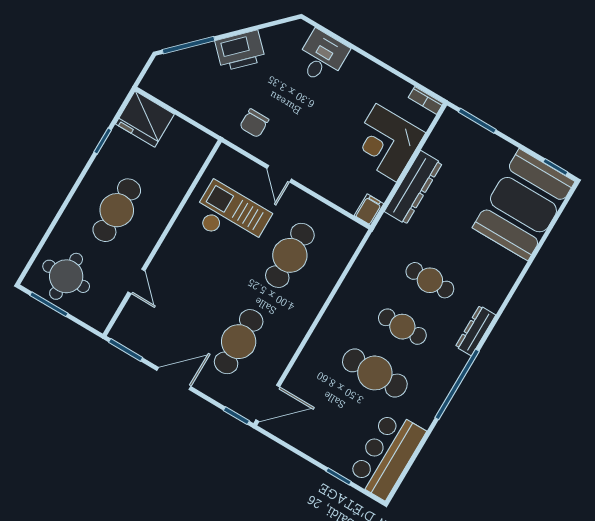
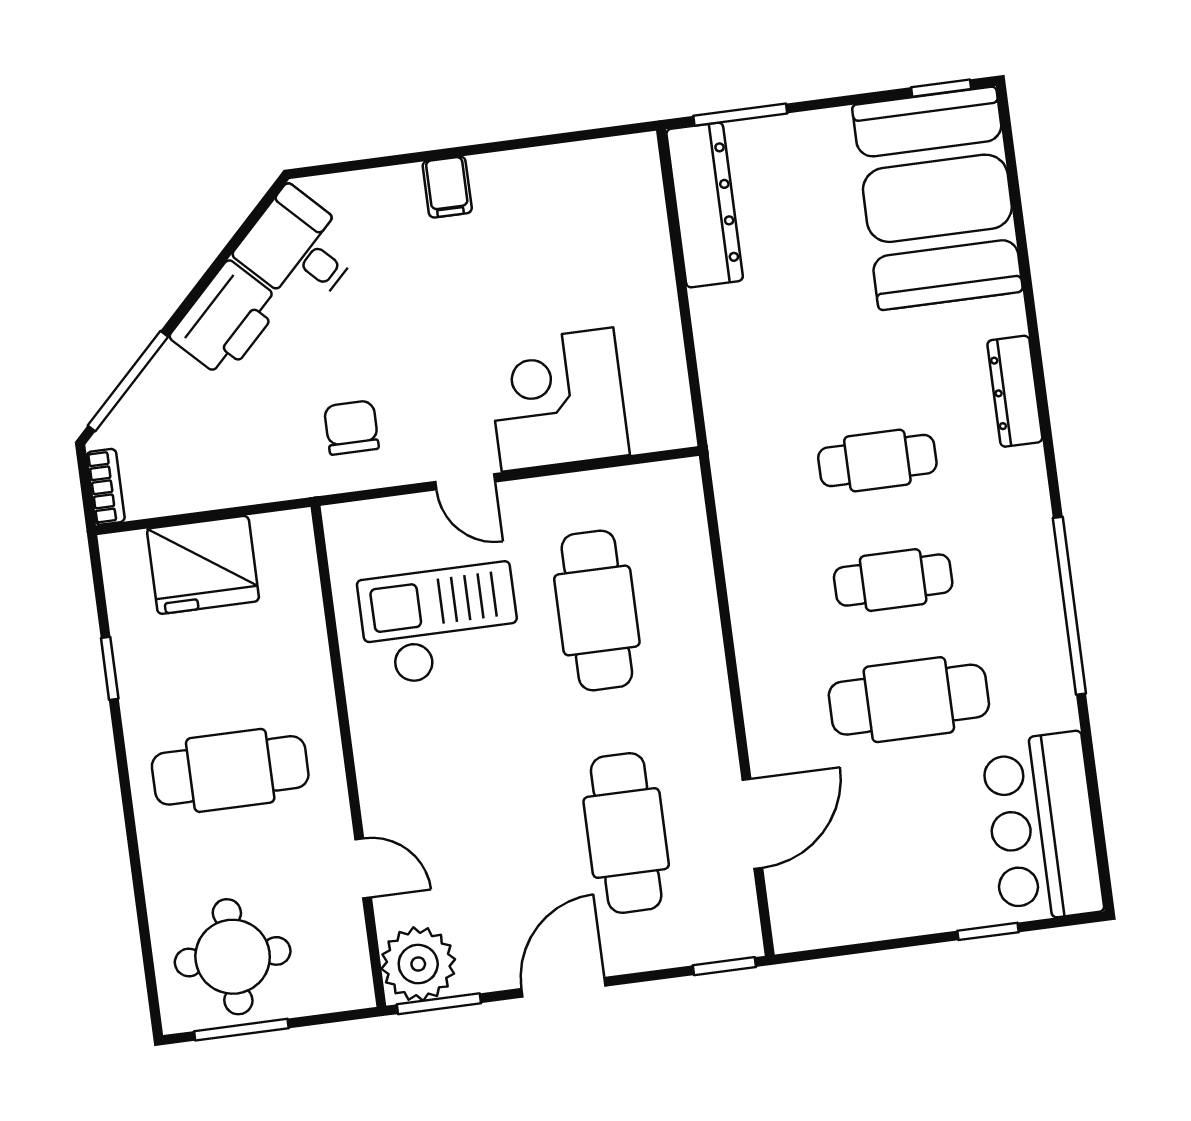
desk: (322, 57) -> (299, 249), moved, turned -45
bookcase: (426, 100) -> (106, 487), moved, turned -90
fridge: (145, 119) -> (203, 565), moved
chair: (254, 123) -> (351, 427), turned 180
corner desk: (386, 143) -> (557, 400), moved, turned 90
dresser: (413, 187) -> (705, 205), moved
cafe table: (117, 210) -> (230, 770), turned 90
filing cabinet: (369, 210) -> (447, 187), moved, turned 180
plant: (129, 330) -> (418, 964), added
dresser: (476, 331) -> (1015, 391), moved
door: (268, 403) -> (752, 824), moved

